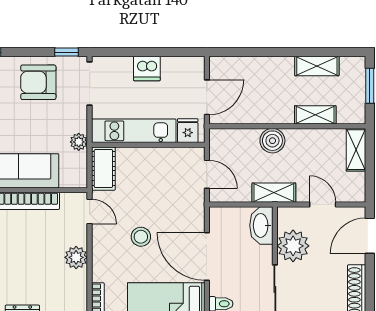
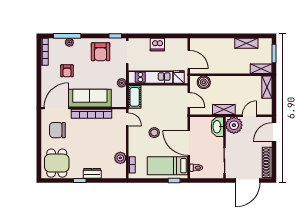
armchair: (38, 82) -> (101, 52), turned -90
door: (207, 97) -> (189, 60), hinge flipped
shelving: (315, 115) -> (261, 69), moved
boiler: (272, 141) -> (204, 82), moved
door: (323, 205) -> (249, 116), hinge flipped
plant: (293, 246) -> (234, 125), moved
plant: (76, 257) -> (120, 158), moved

